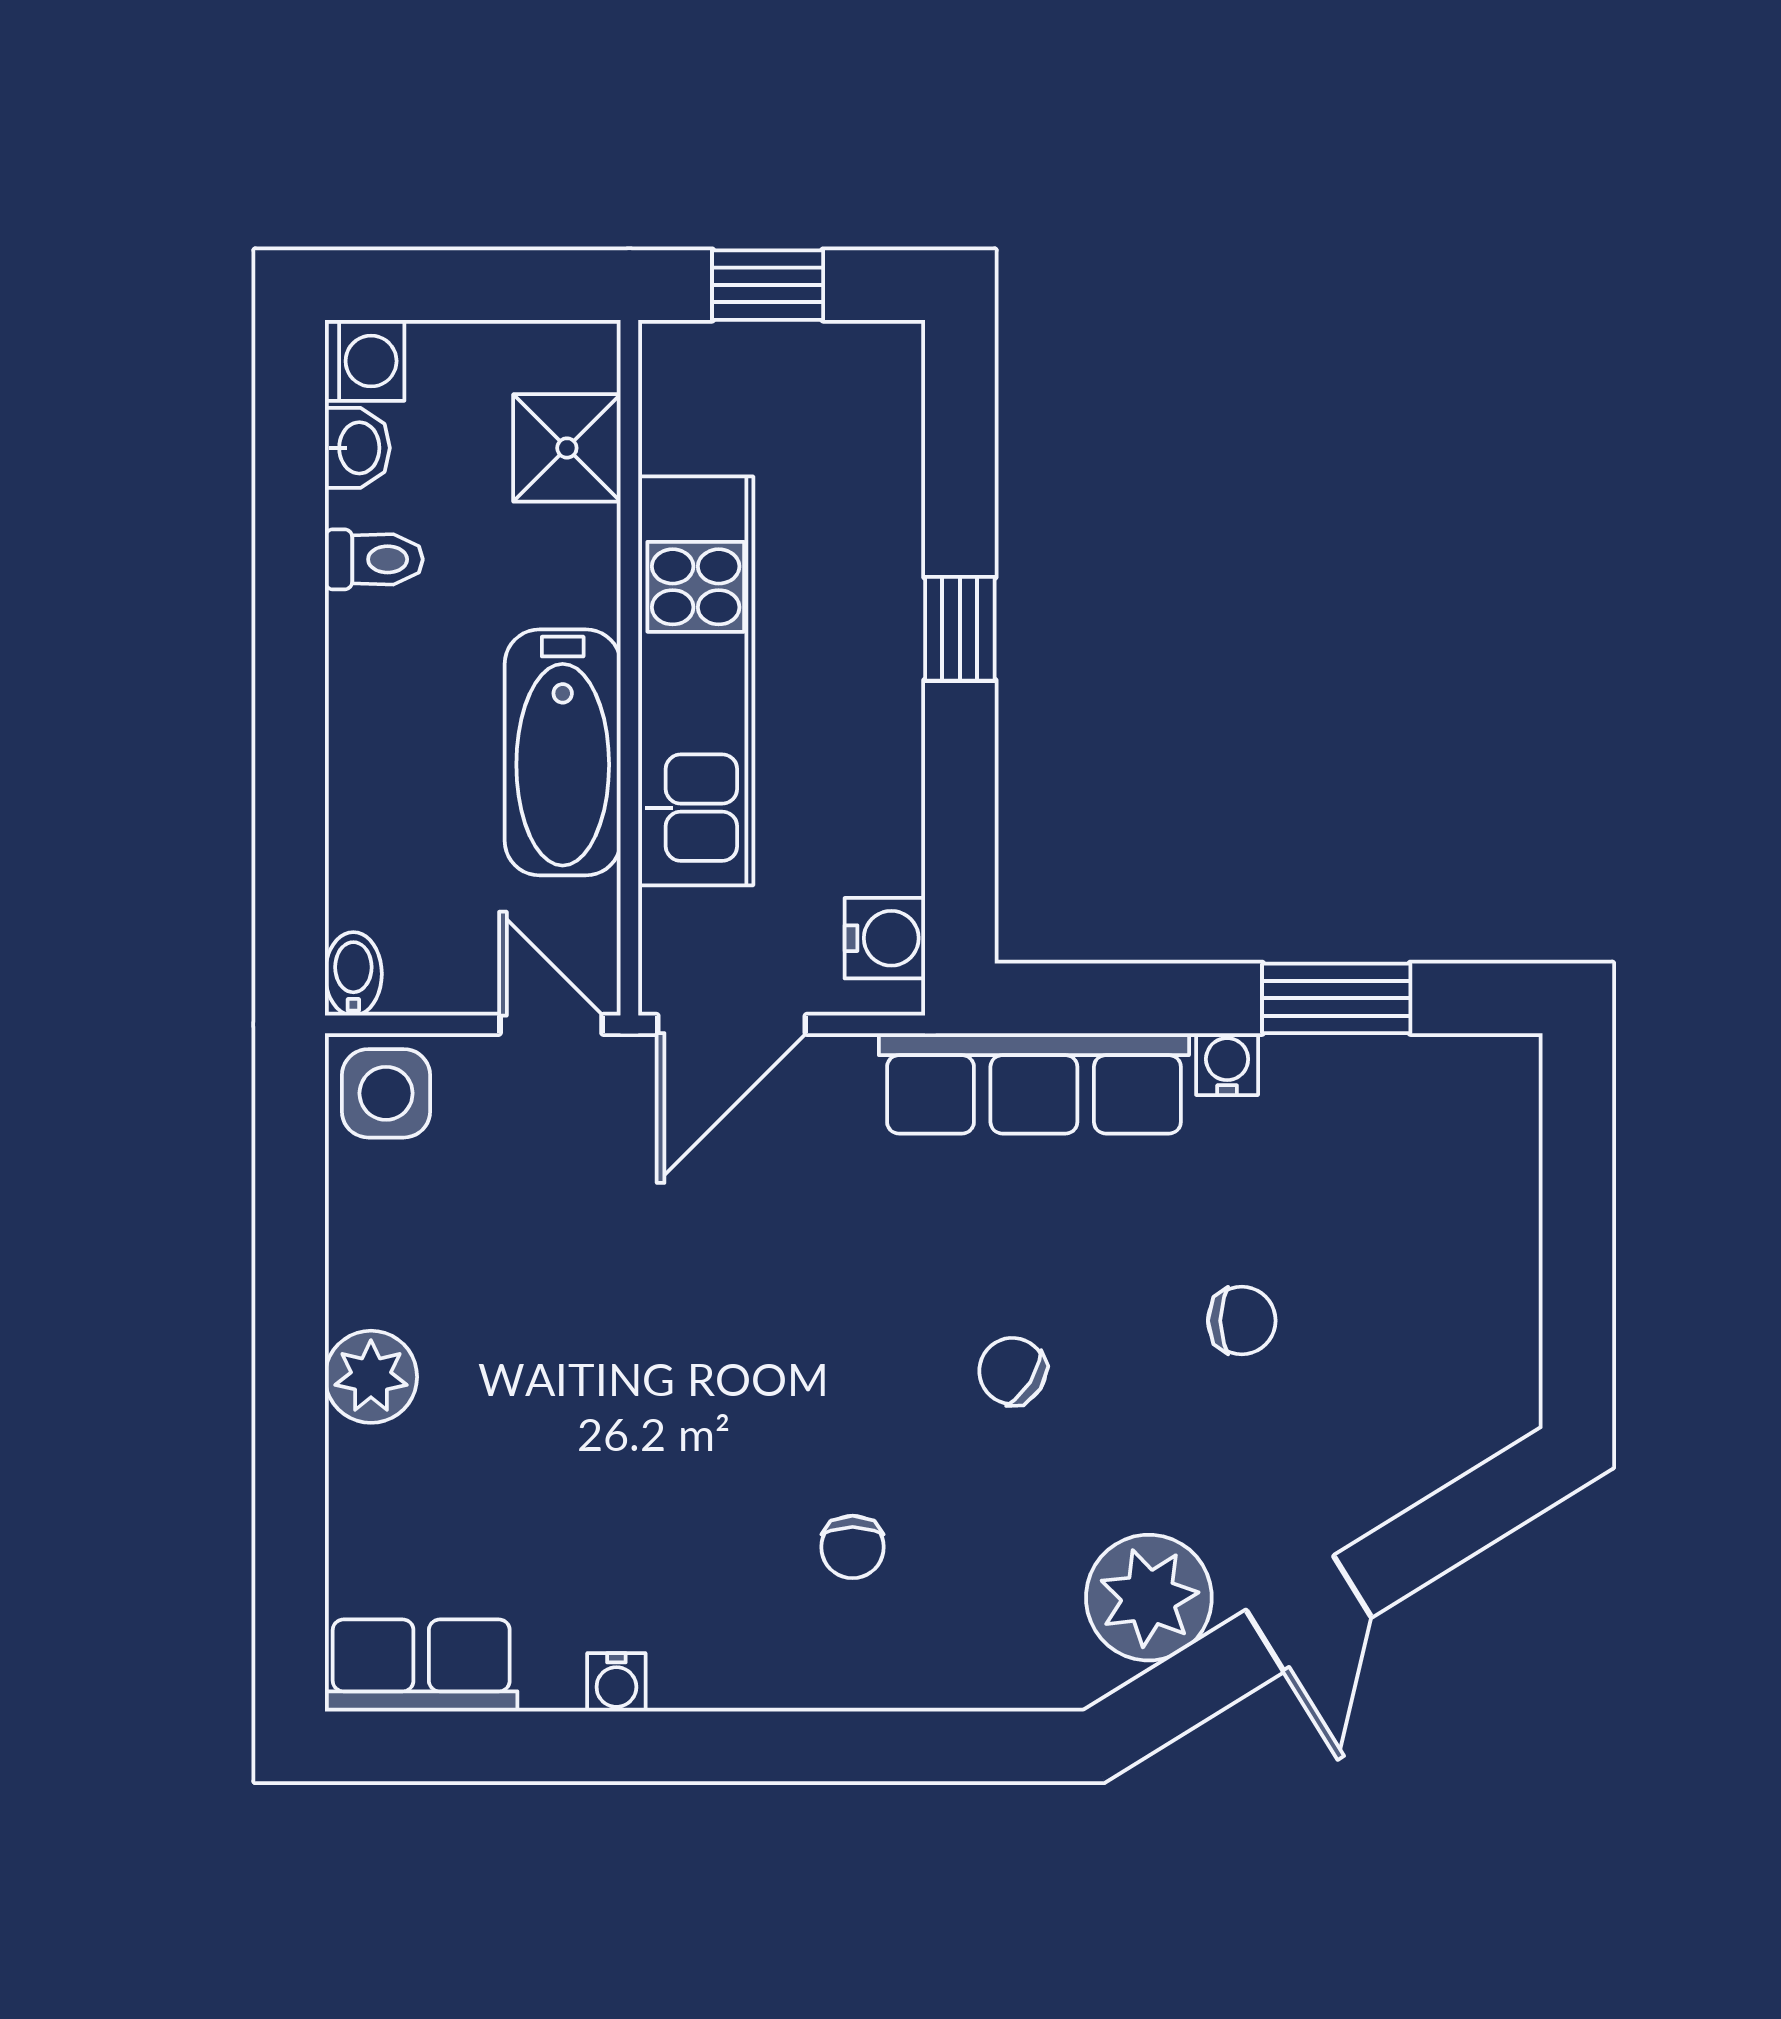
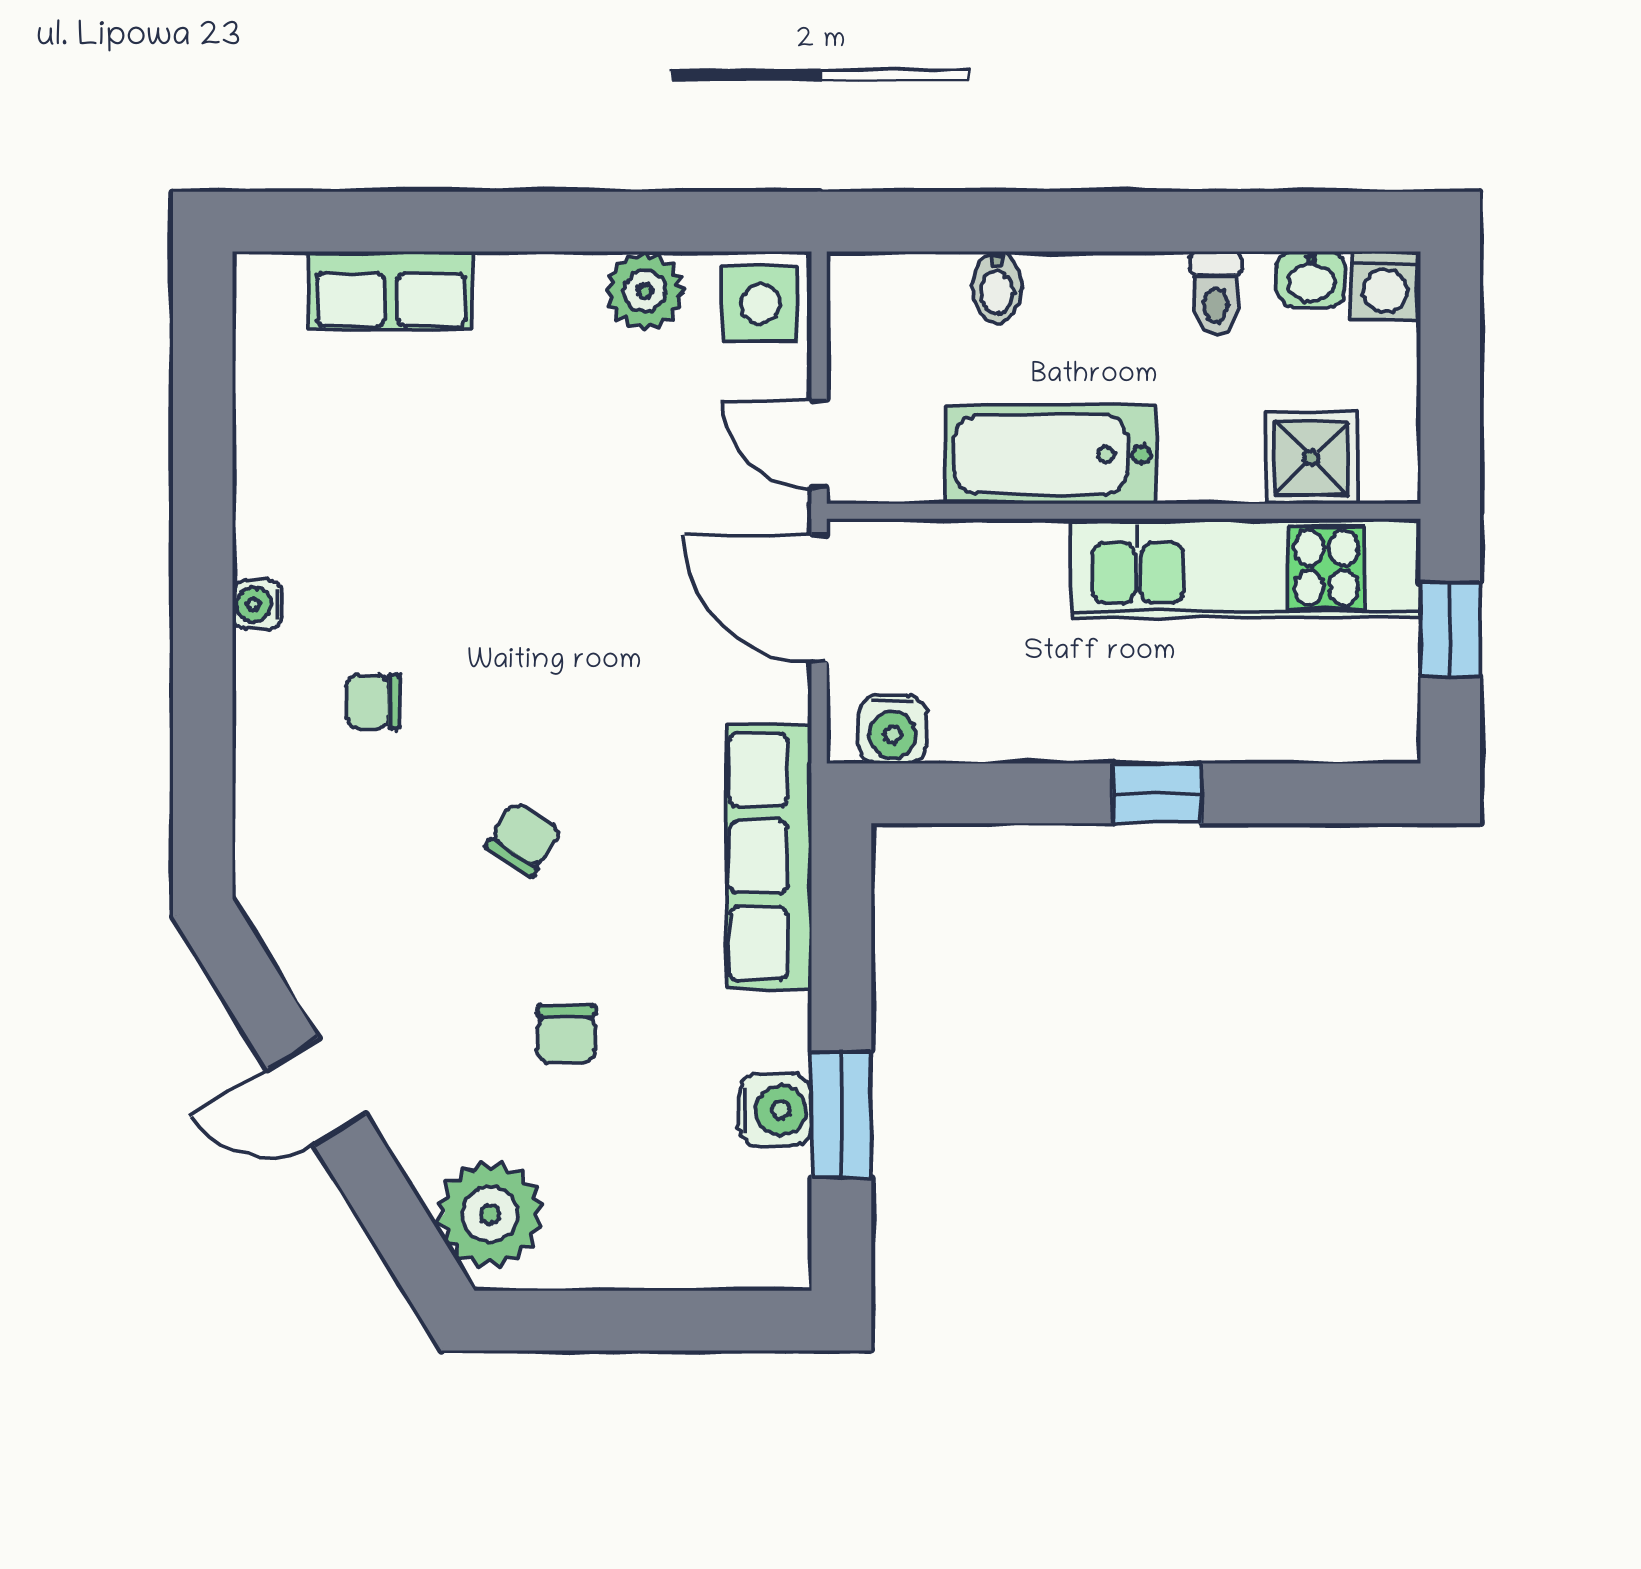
kitchen unit: (696, 681) -> (1246, 568), moved
bidet: (353, 974) -> (997, 287), moved, turned 90
door: (551, 1024) -> (819, 444), swing flipped
water cooler: (1227, 1064) -> (775, 1110), moved, width x1.38, depth x1.38
plant: (371, 1377) -> (645, 291), moved
plant: (1149, 1598) -> (490, 1214), moved
row of seats: (421, 1666) -> (391, 291), moved, turned 90
water cooler: (616, 1682) -> (257, 605), moved

